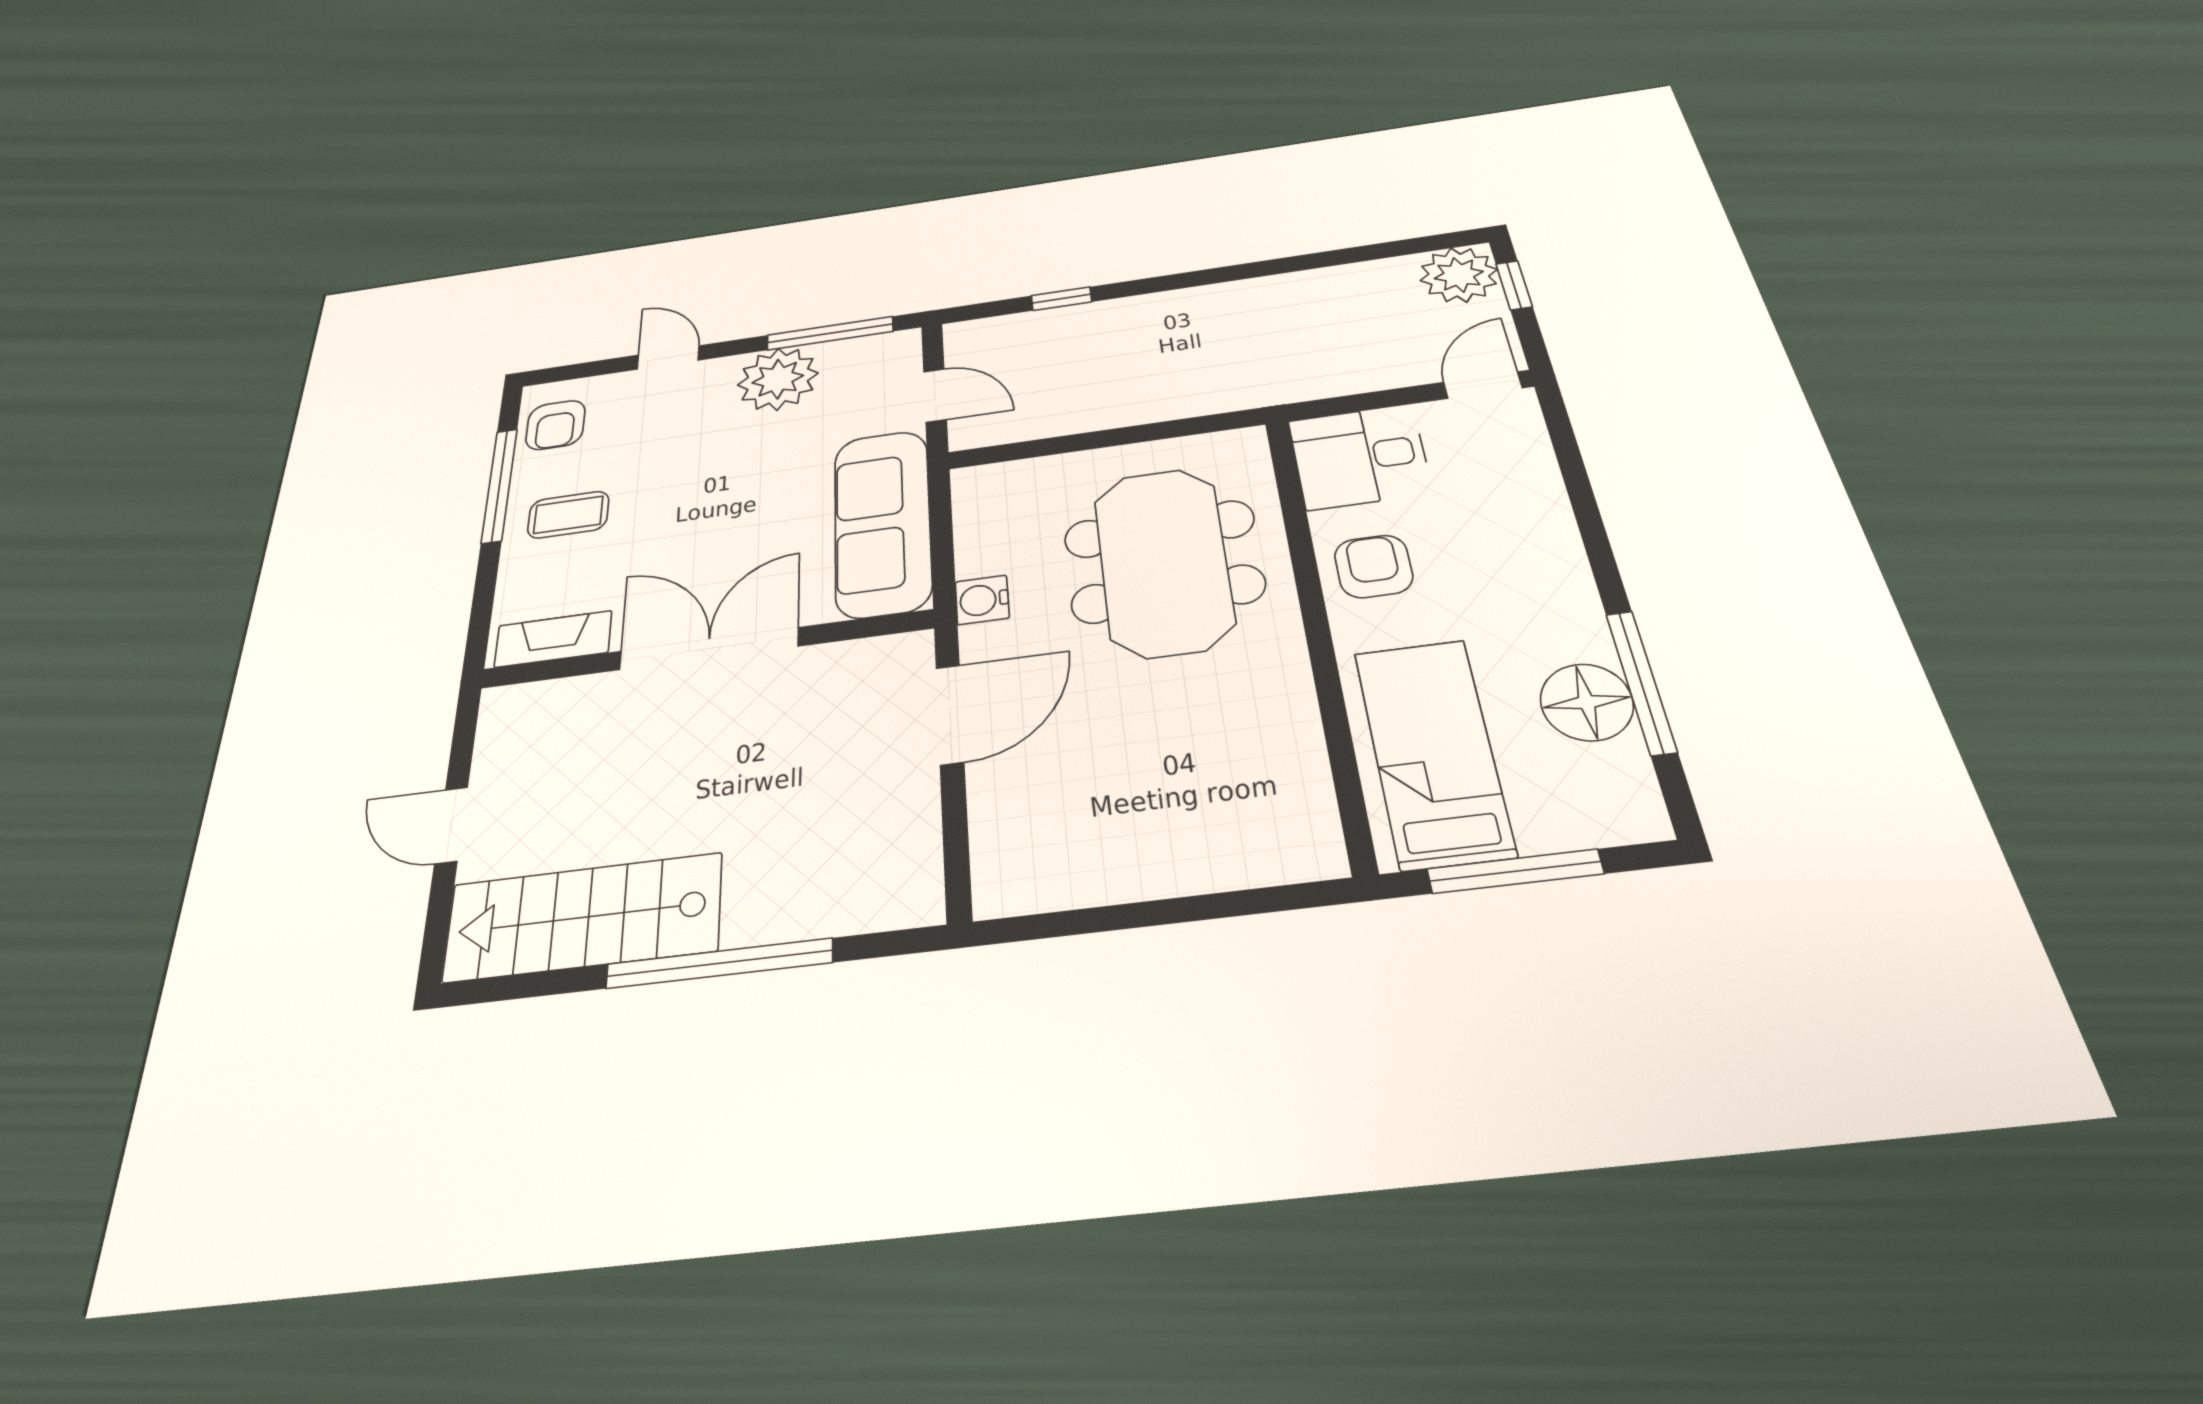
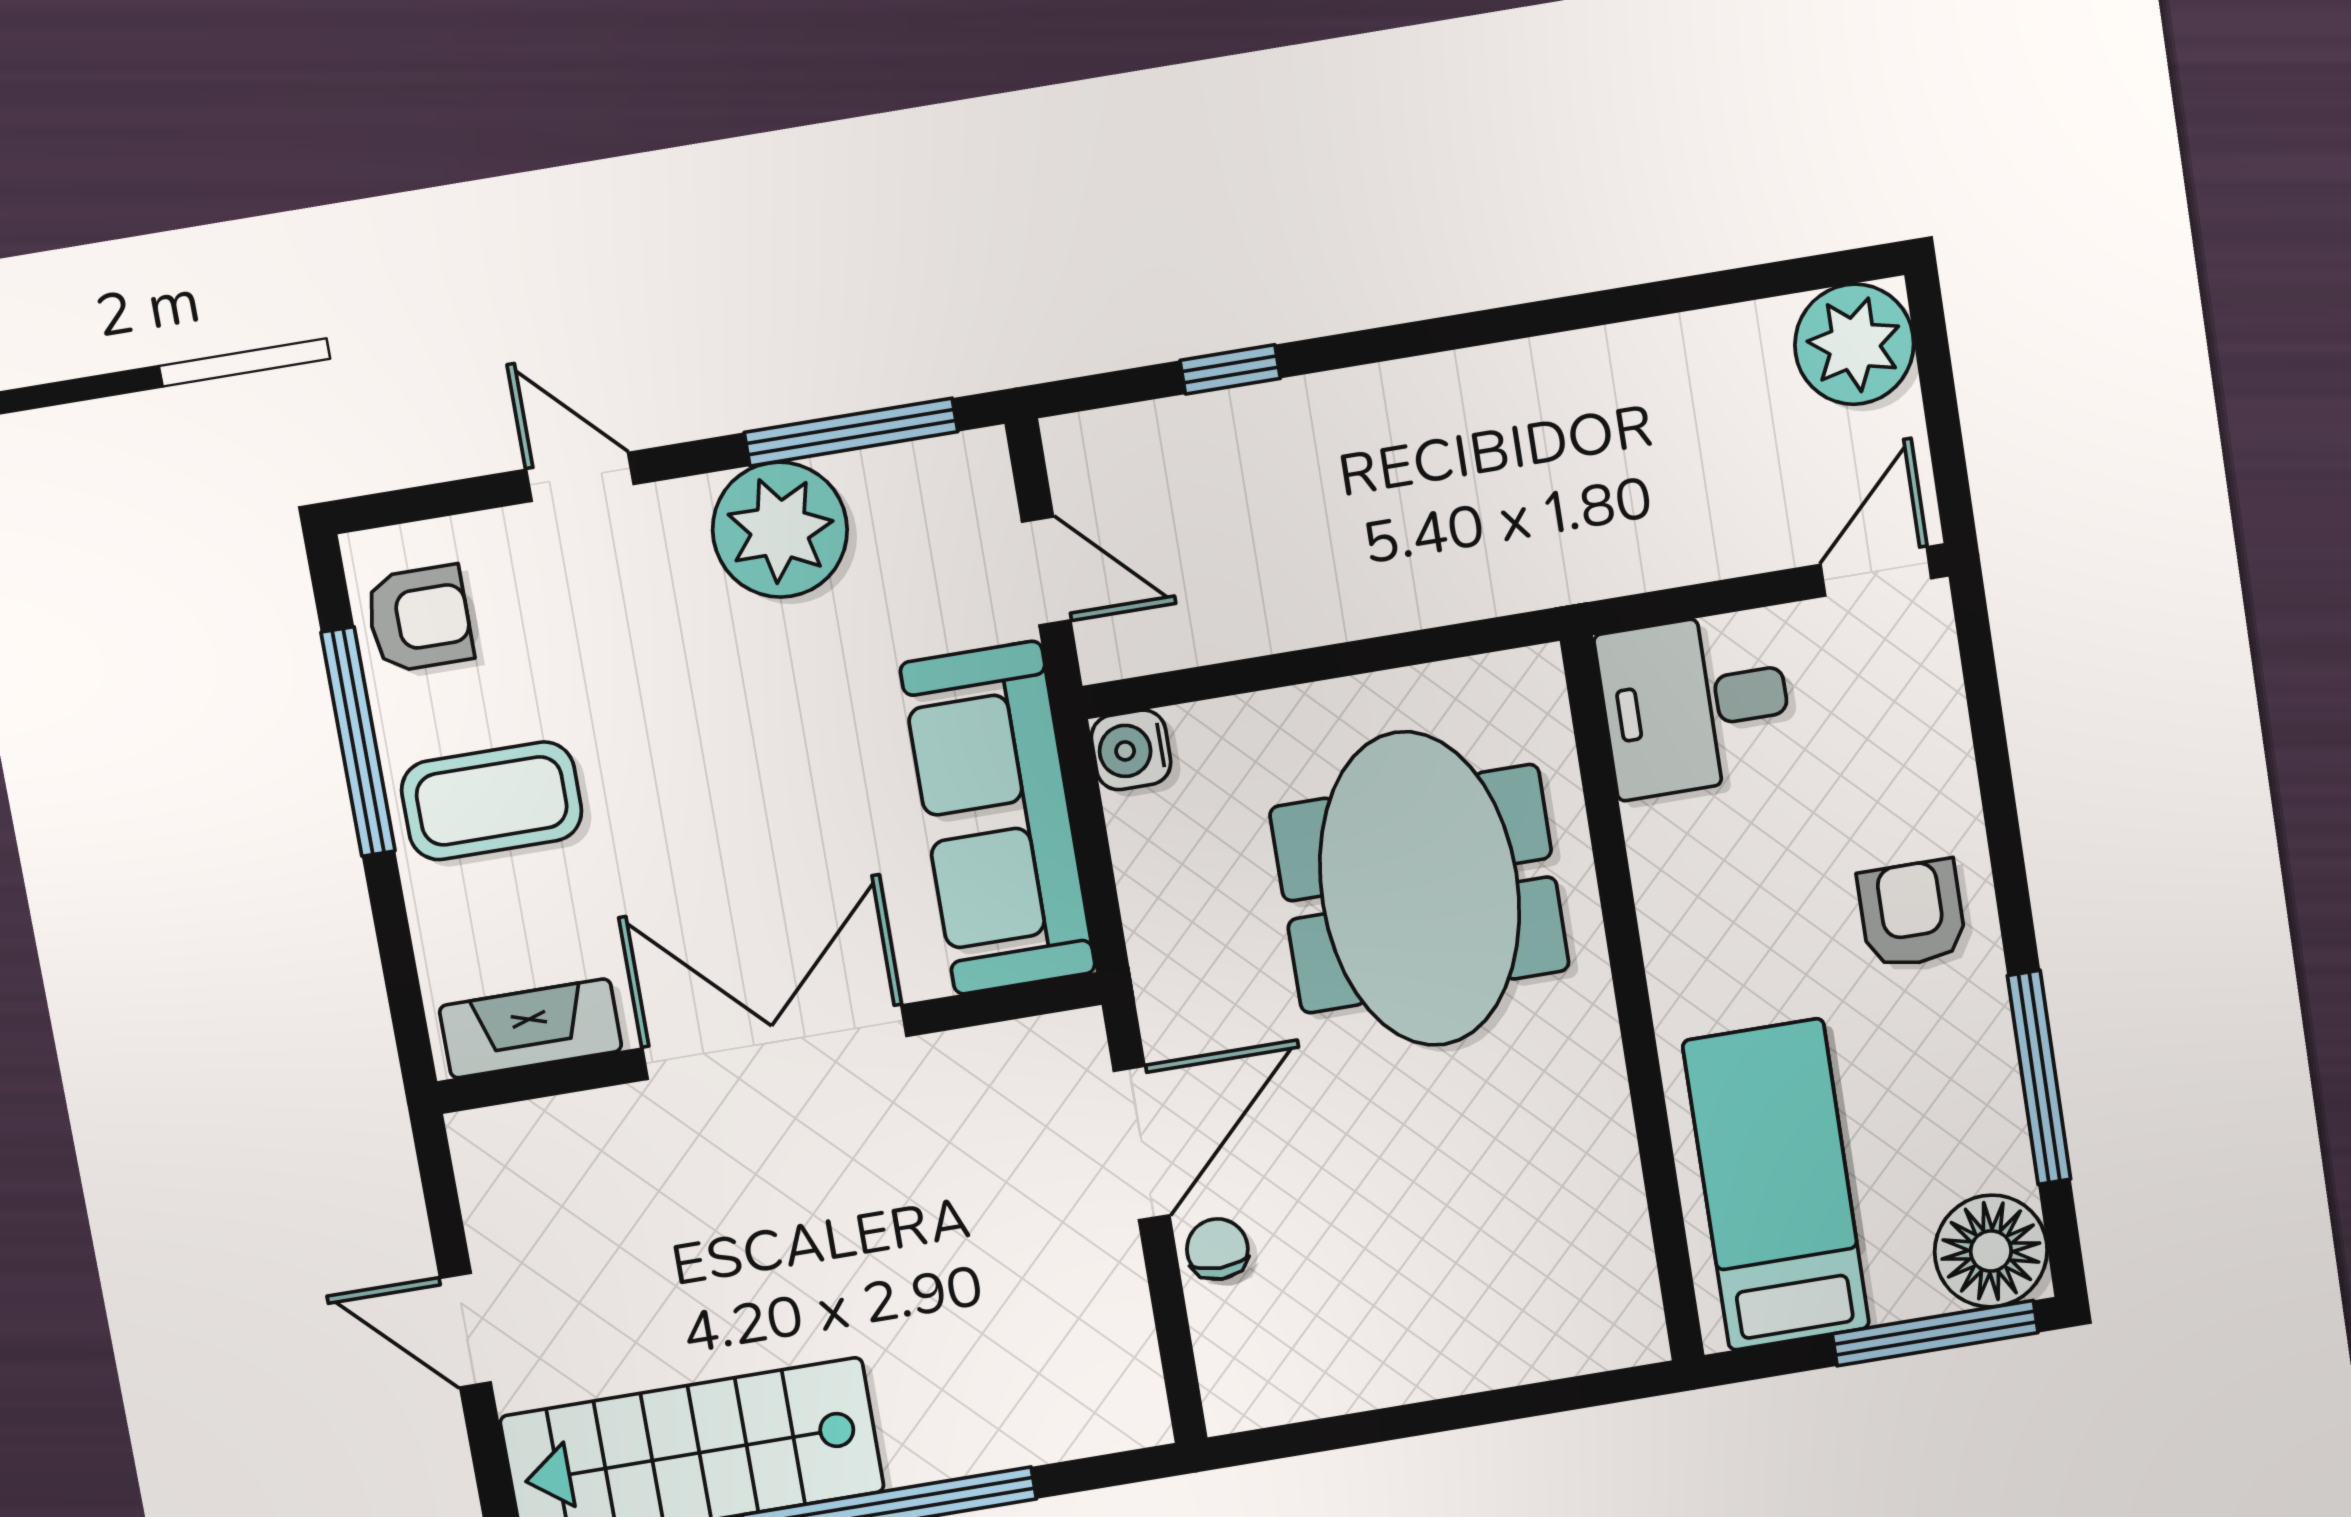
window: (1514, 285) -> (1935, 370), removed
armchair: (556, 425) -> (419, 619), turned -90
coffee table: (568, 515) -> (492, 801), width x1.36, depth x1.30
armchair: (1374, 566) -> (1912, 914), moved
water cooler: (982, 600) -> (1131, 750), moved
floor lamp: (1587, 702) -> (1991, 1251), moved
chair: (996, 786) -> (1217, 1249), added
window: (1515, 871) -> (1935, 1333), moved

